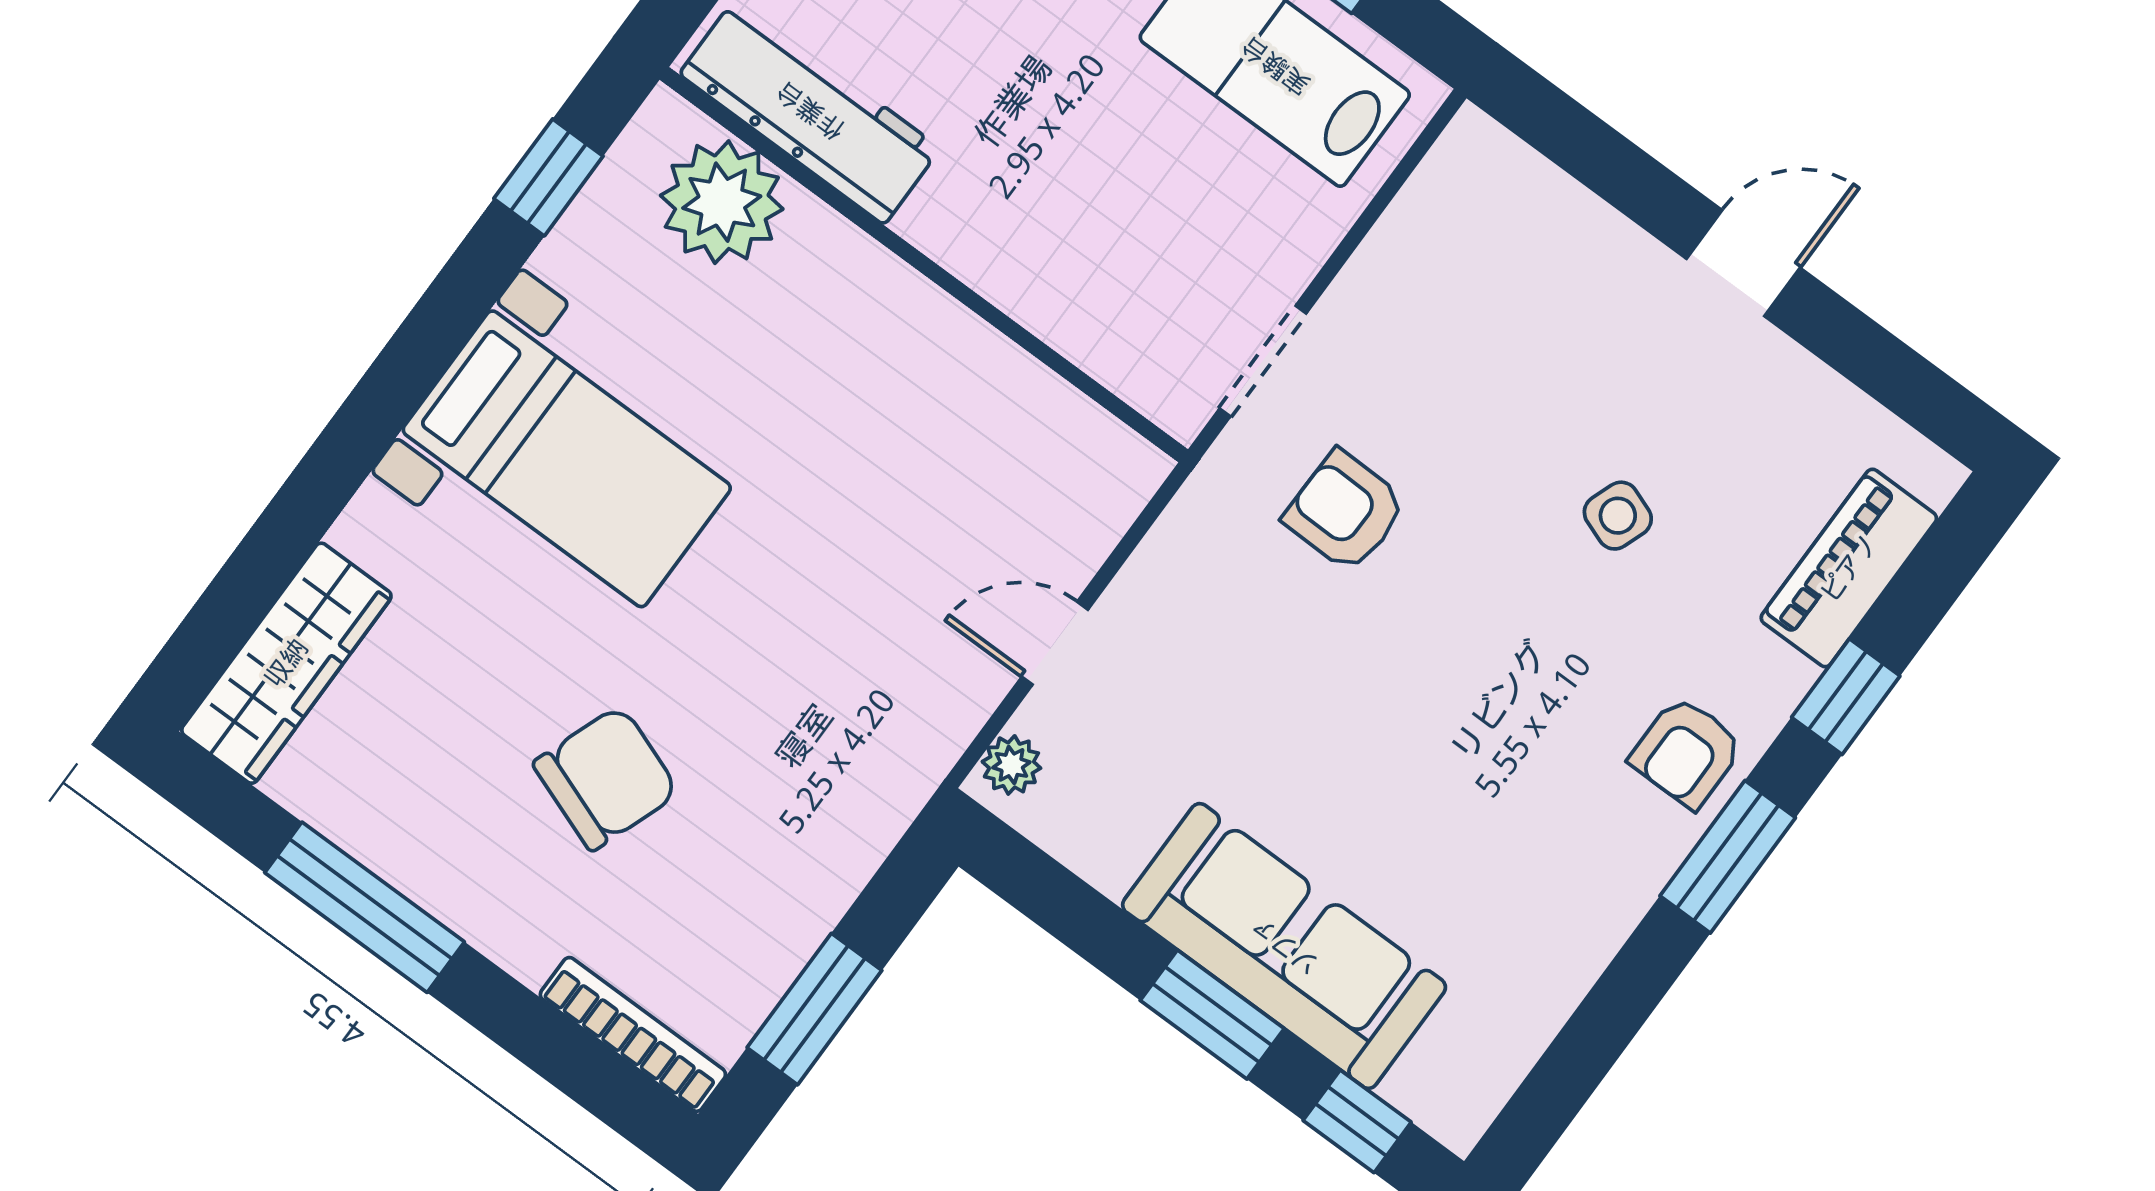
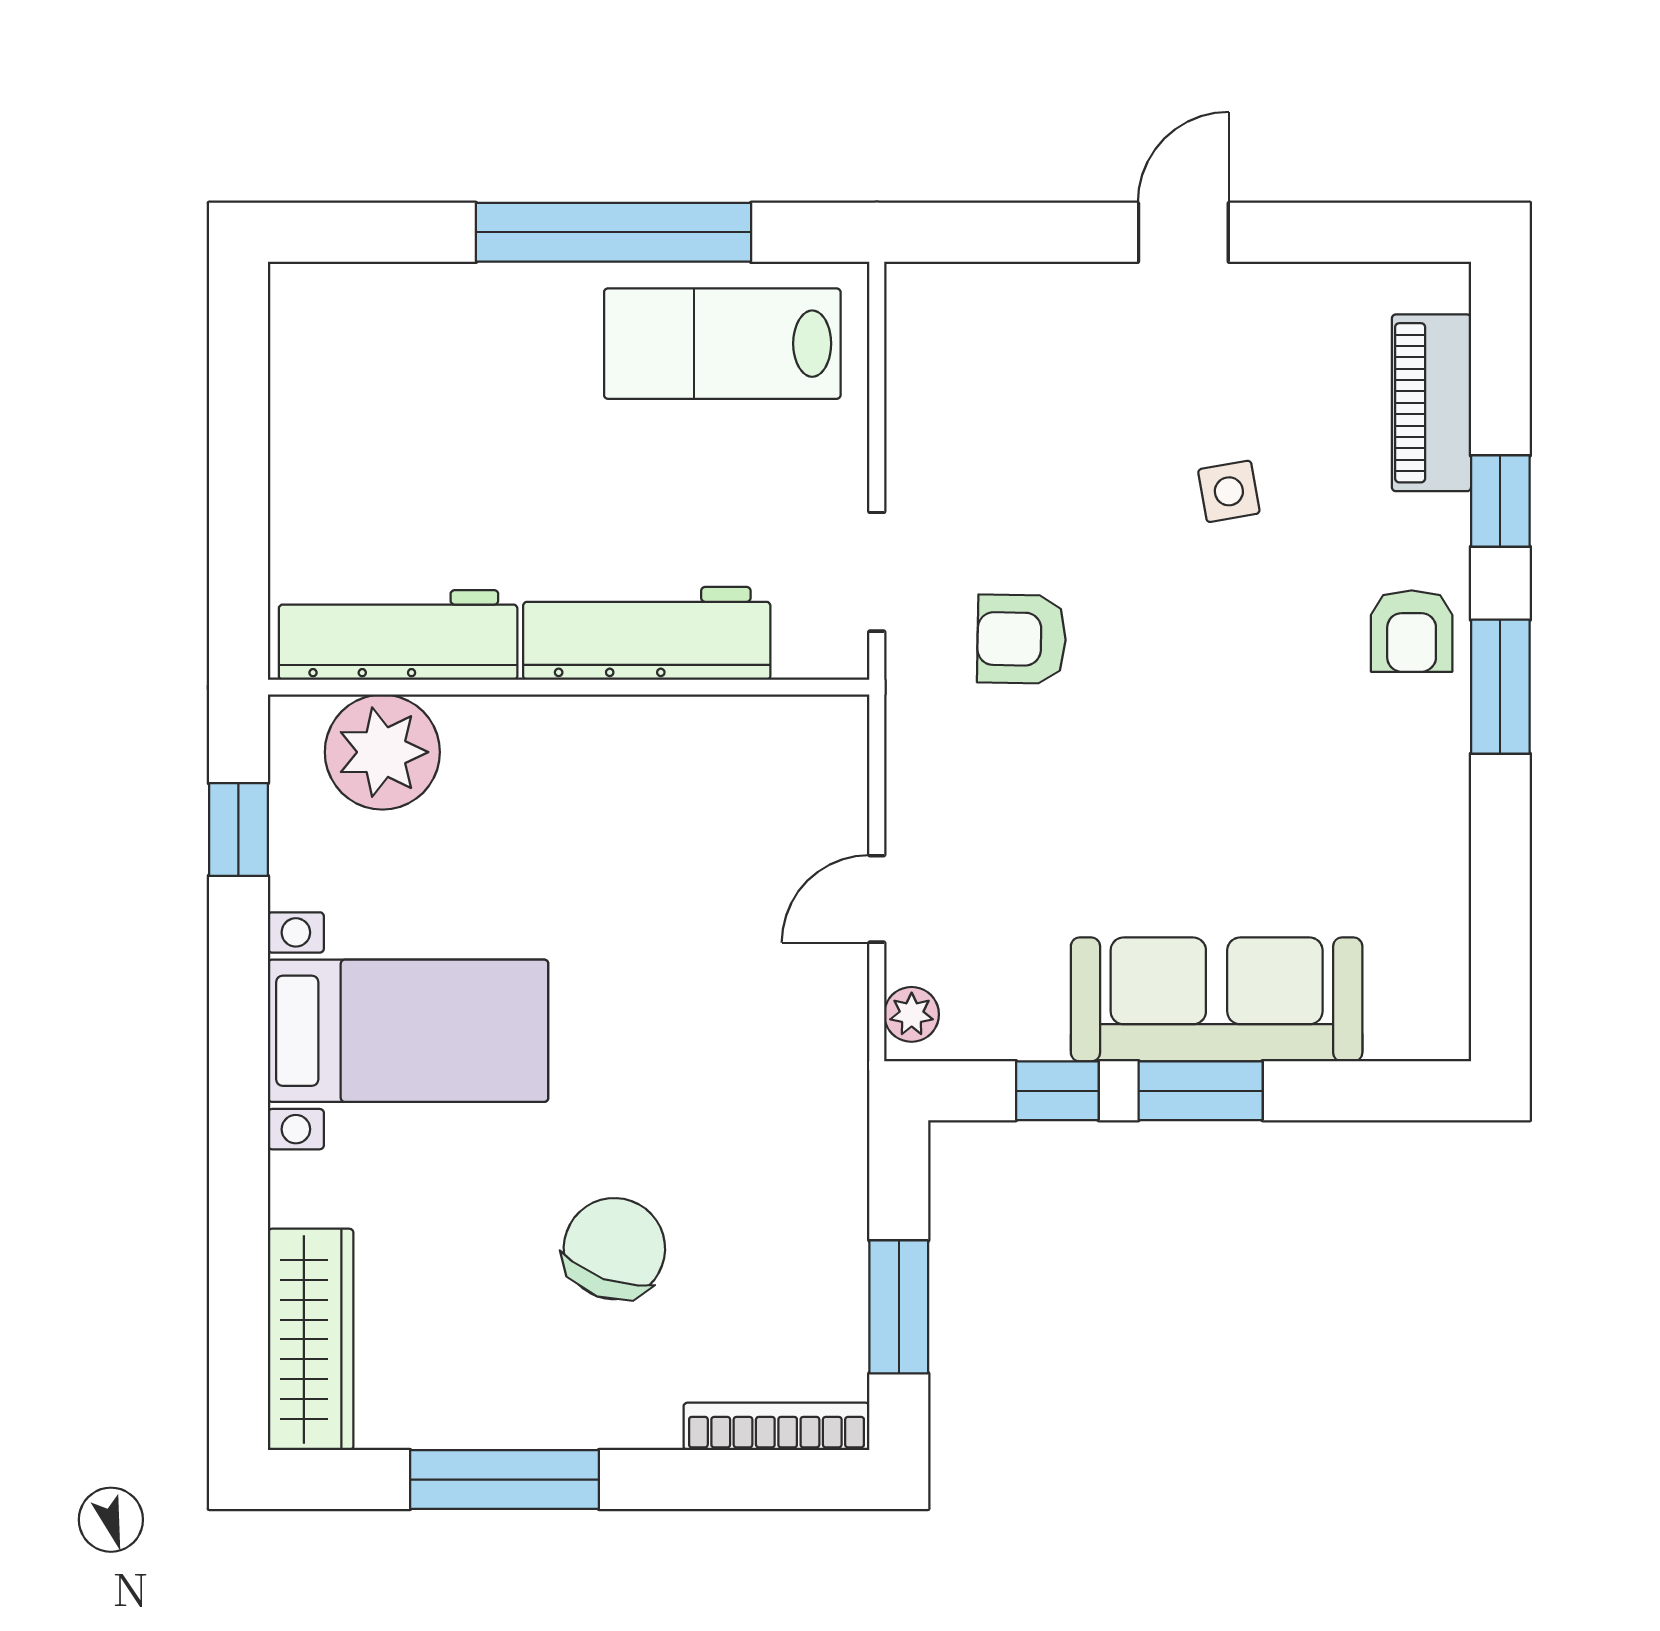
workbench: (1025, 268) -> (647, 633), added
side table: (1618, 516) -> (1229, 491), turned -30
window: (1357, 1121) -> (1057, 1091), moved

